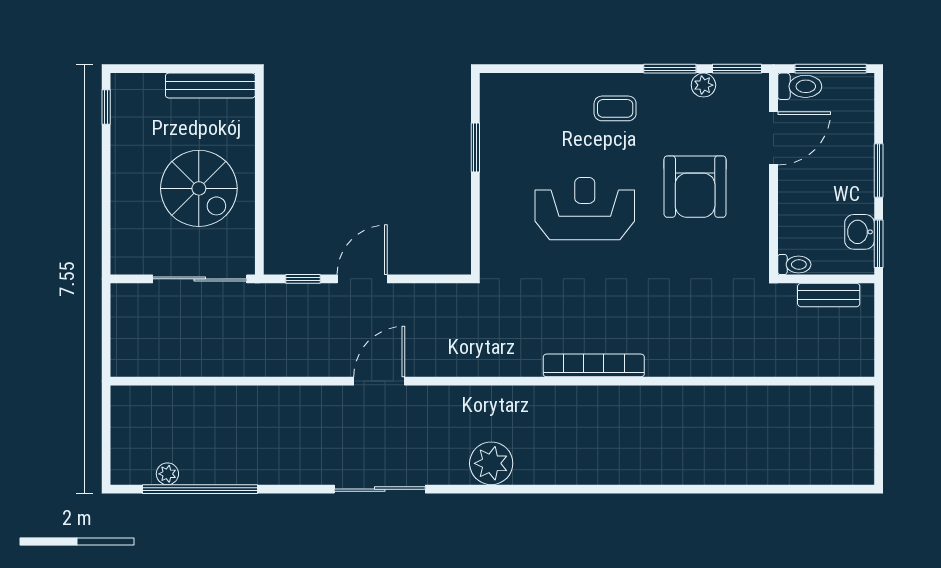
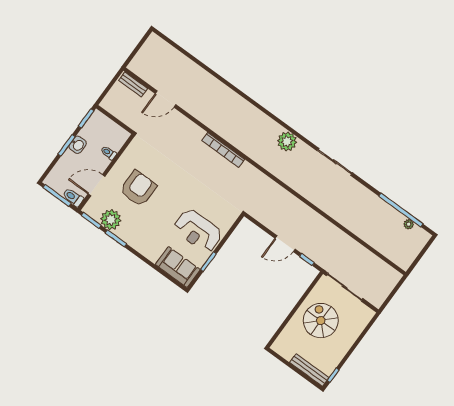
plant: (703, 85) -> (111, 220), width x1.87, depth x1.87
bench: (210, 86) -> (309, 370), moved
sofa: (523, 98) -> (178, 267), added
coffee table: (615, 108) -> (147, 239), removed
reception desk: (585, 209) -> (198, 231), moved
washbasin: (860, 232) -> (78, 145), moved
toilet: (794, 264) -> (109, 153), moved
bench: (829, 295) -> (133, 84), moved
door: (379, 381) -> (166, 99), moved

